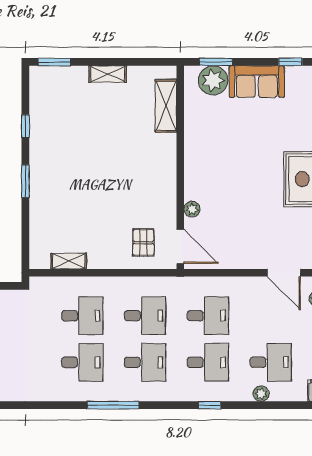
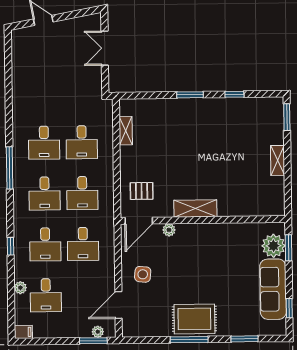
sofa: (257, 82) -> (273, 289), width x1.36
shelving: (166, 106) -> (195, 209), moved
side table: (246, 242) -> (143, 274), added

